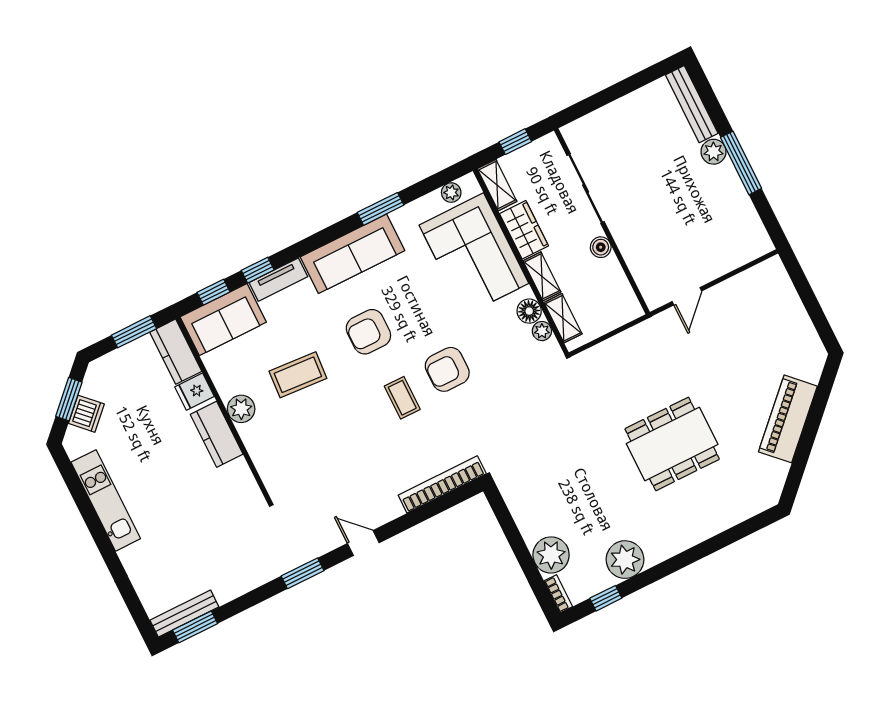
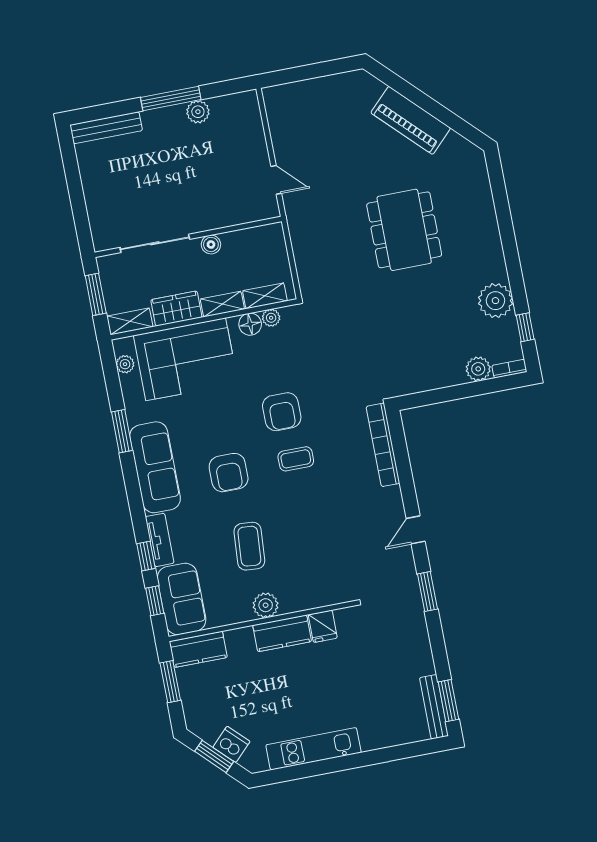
window: (515, 142) -> (96, 294), width x1.50
plant: (713, 152) -> (198, 112), moved
fridge: (195, 392) -> (323, 626), moved
plant: (551, 555) -> (478, 369), width x0.73, depth x0.73

